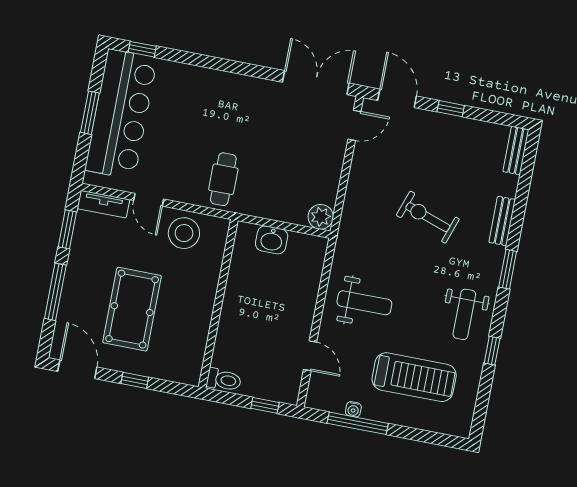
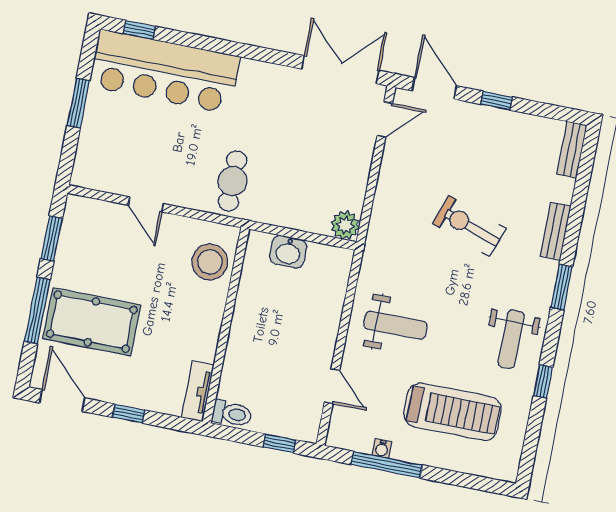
bar counter: (121, 114) -> (165, 71), moved, turned 90
tv unit: (103, 204) -> (198, 391), moved, turned 90
stool: (184, 233) -> (210, 262), moved
pool table: (132, 309) -> (92, 322), moved, turned 90

